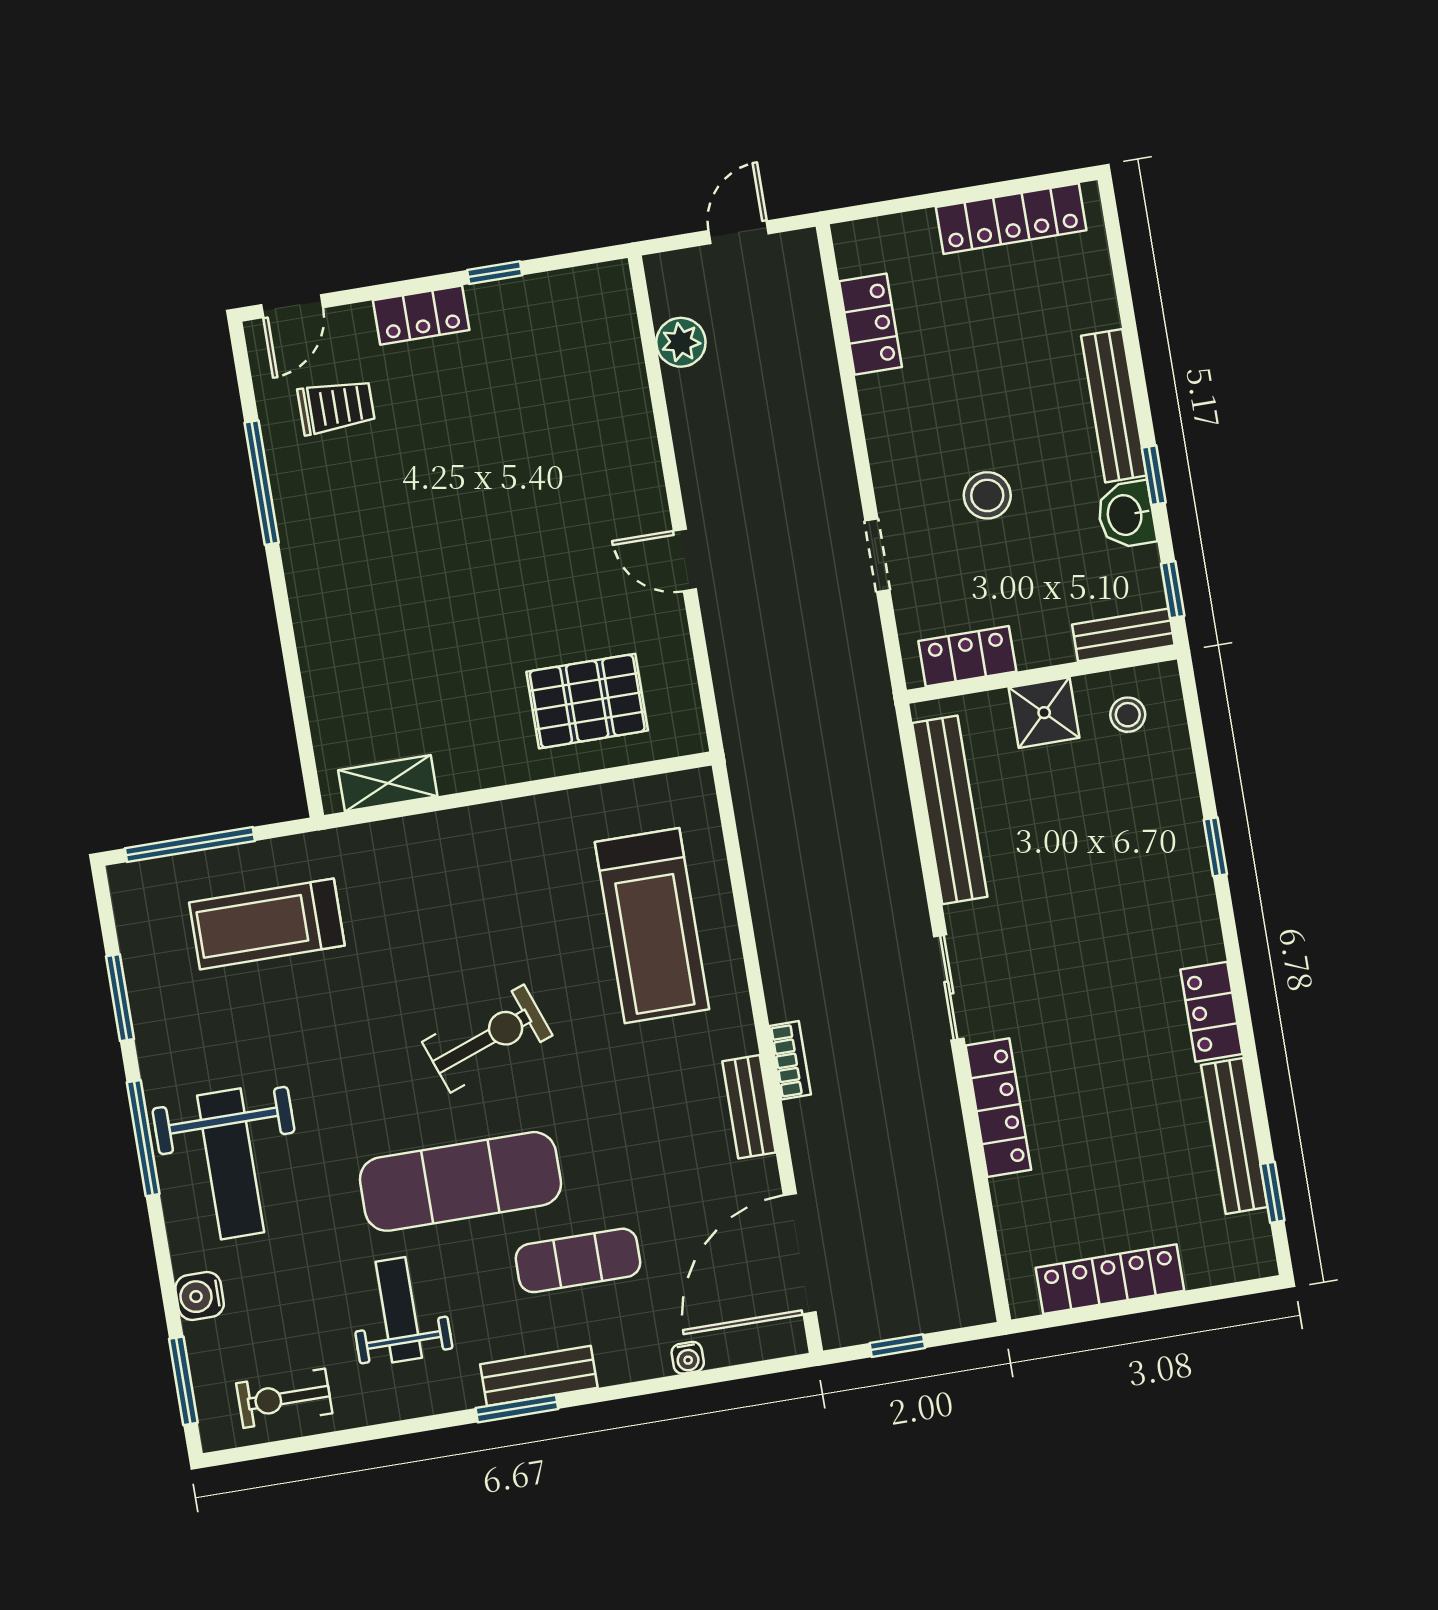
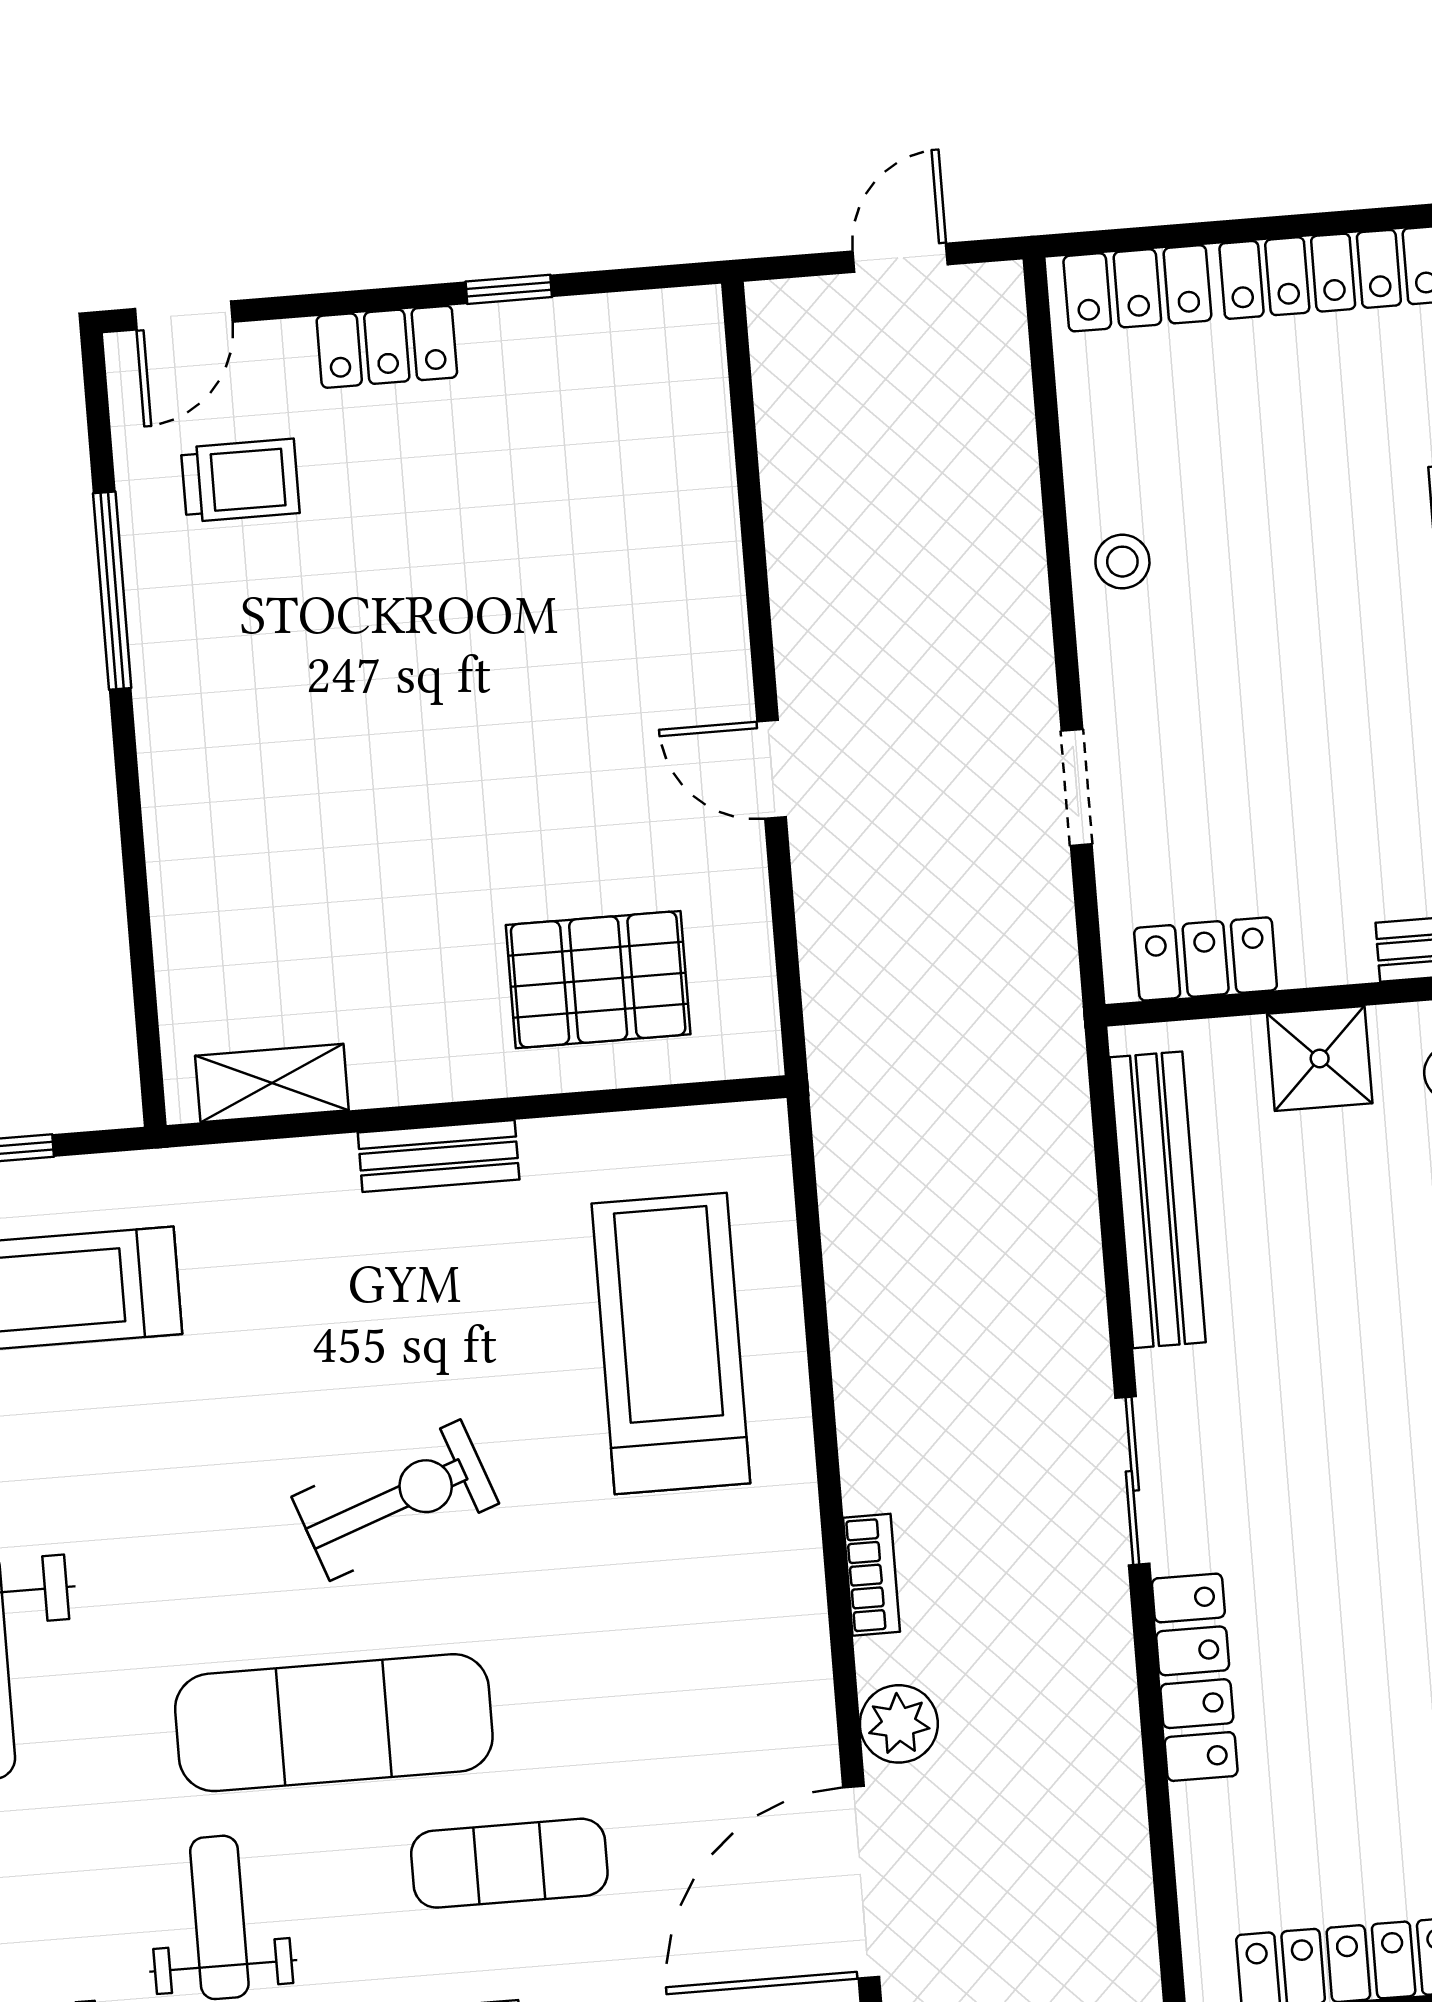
locker: (871, 324) -> (1137, 288), moved, turned 90
plant: (681, 342) -> (899, 1724), moved
stool: (987, 495) -> (1122, 562), moved, width x0.73, depth x0.73
treadmill: (652, 926) -> (671, 1343), turned 180
bench: (749, 1107) -> (439, 1156), moved, turned 90

